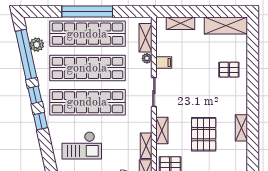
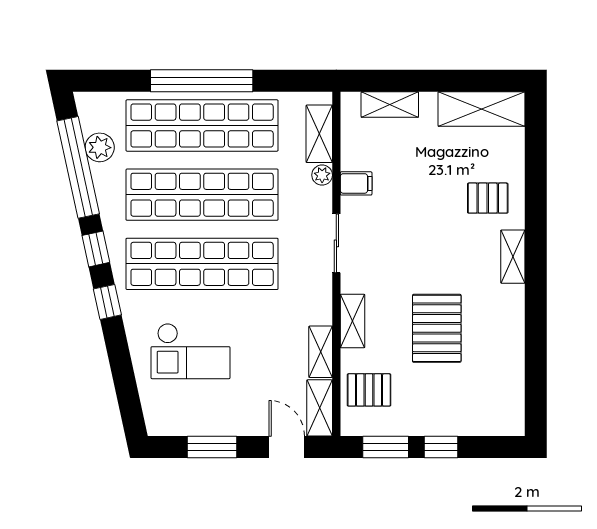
shelving: (241, 128) -> (513, 257), moved

